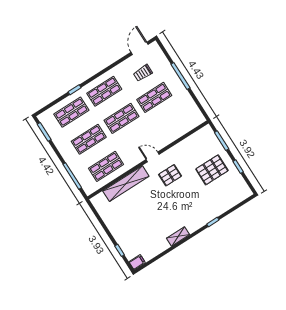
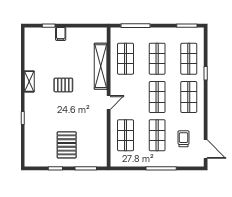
shop shelf: (172, 125) -> (126, 135), added
pallet: (170, 175) -> (63, 85), moved, turned 90
filing cabinet: (137, 262) -> (61, 34), moved

